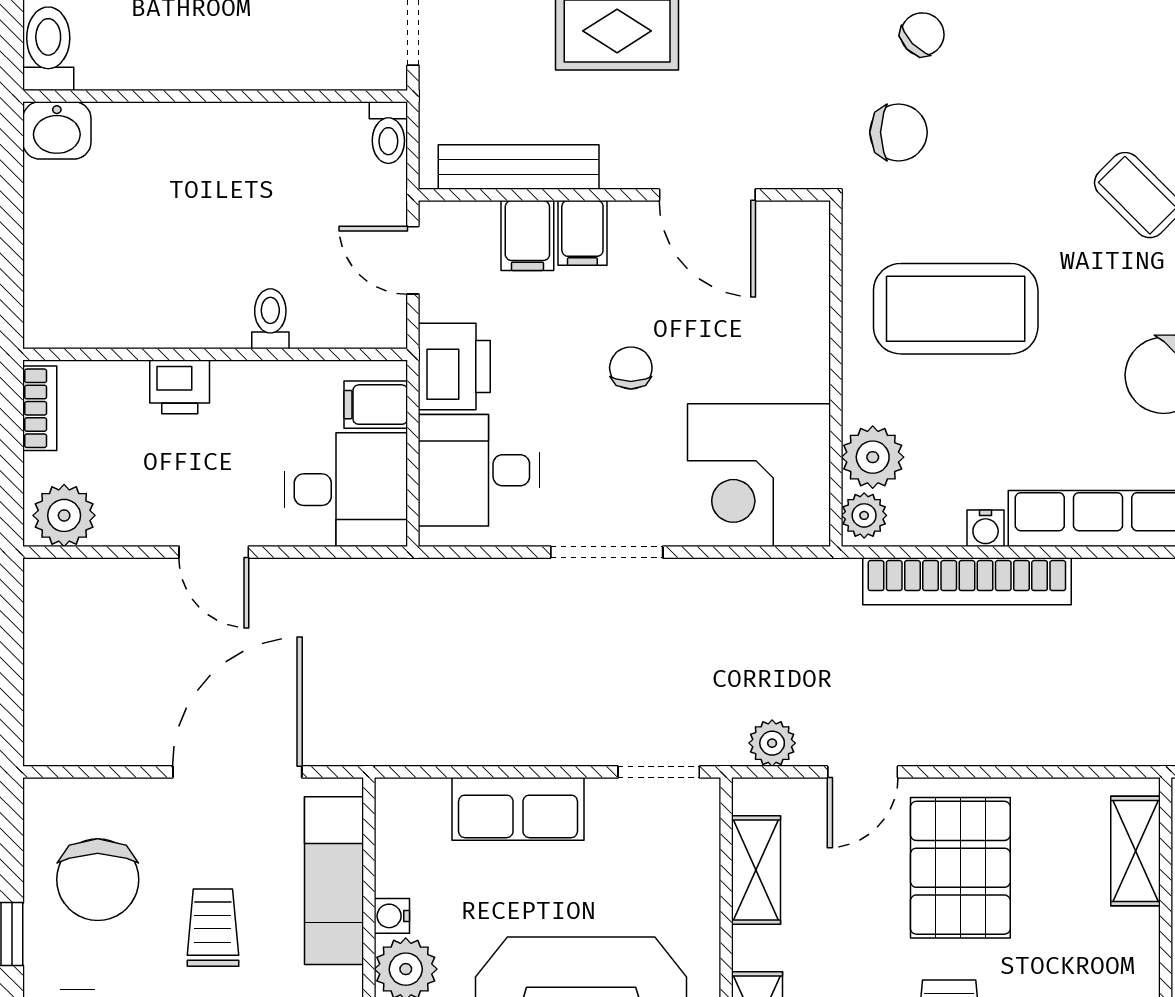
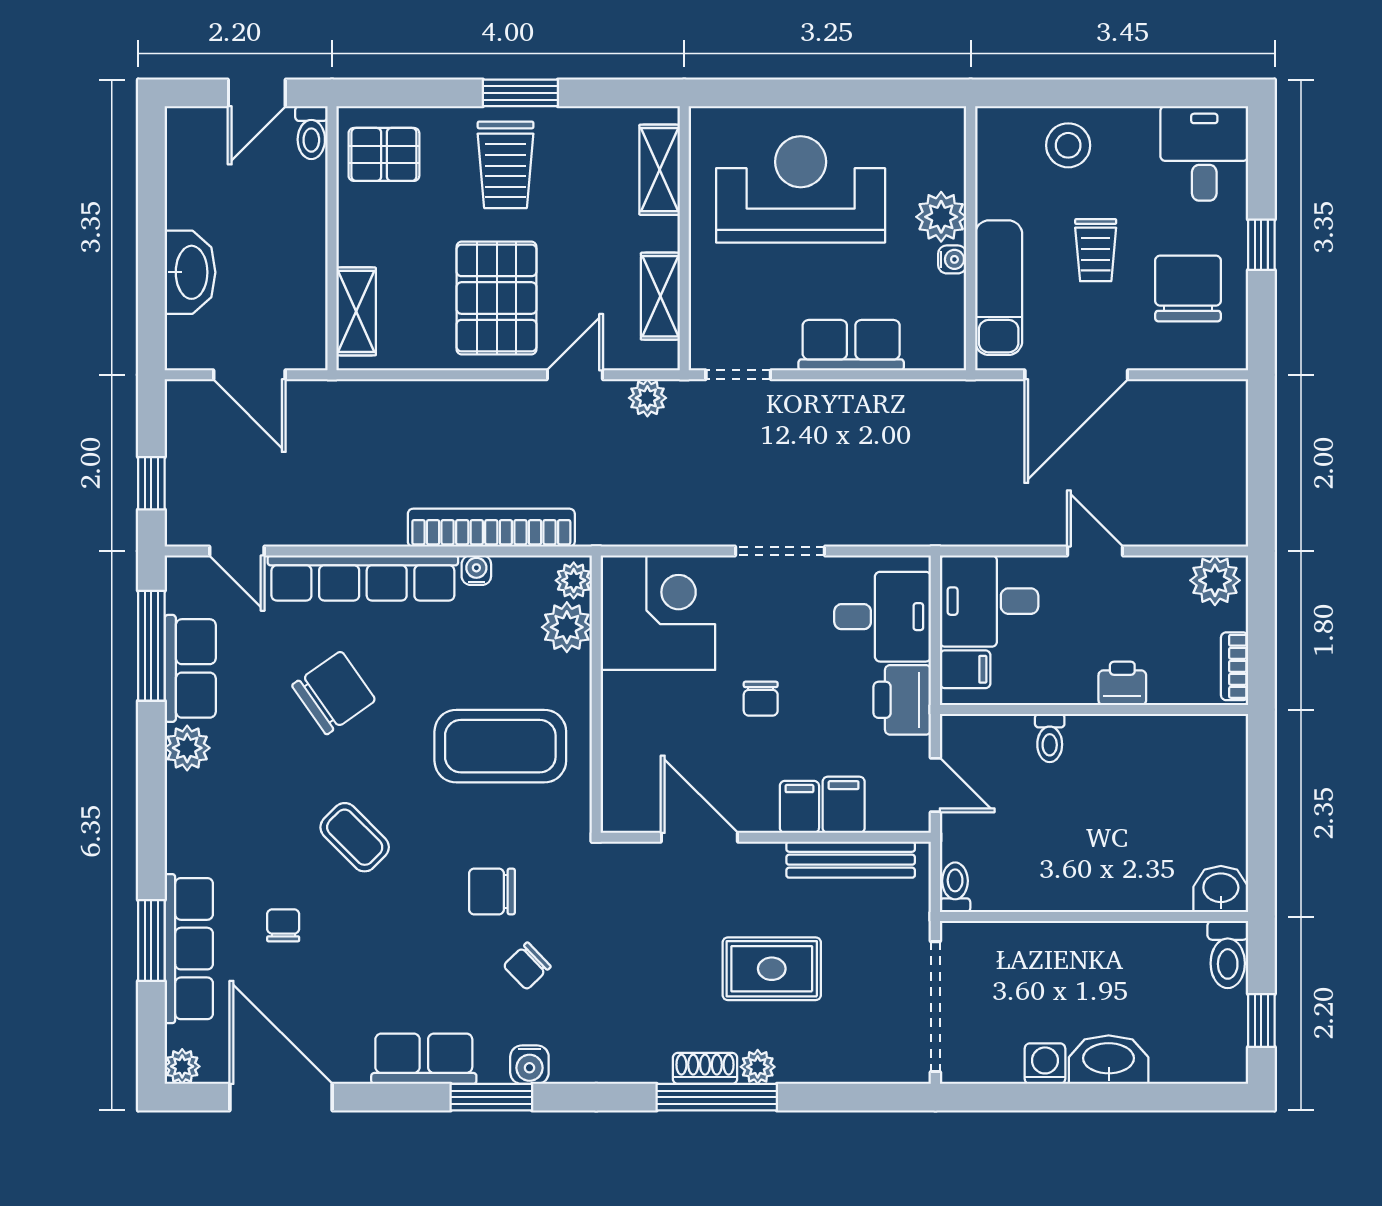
chair: (899, 132) -> (492, 891), moved

